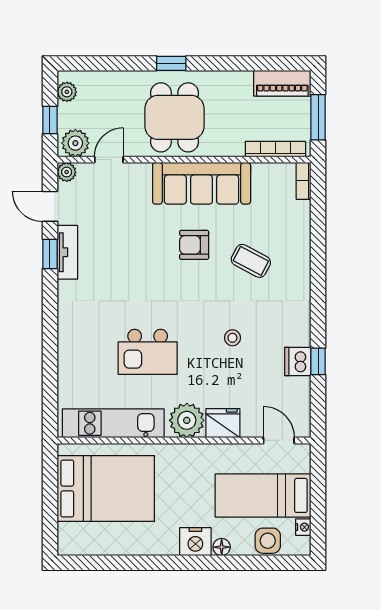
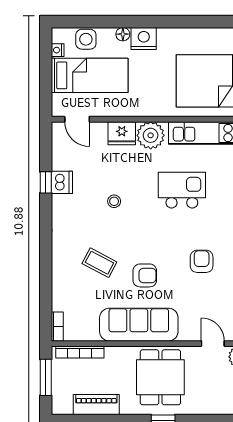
piano: (282, 83) -> (96, 405), moved
door: (109, 160) -> (213, 344), swing flipped
armchair: (123, 263) -> (202, 261), added

